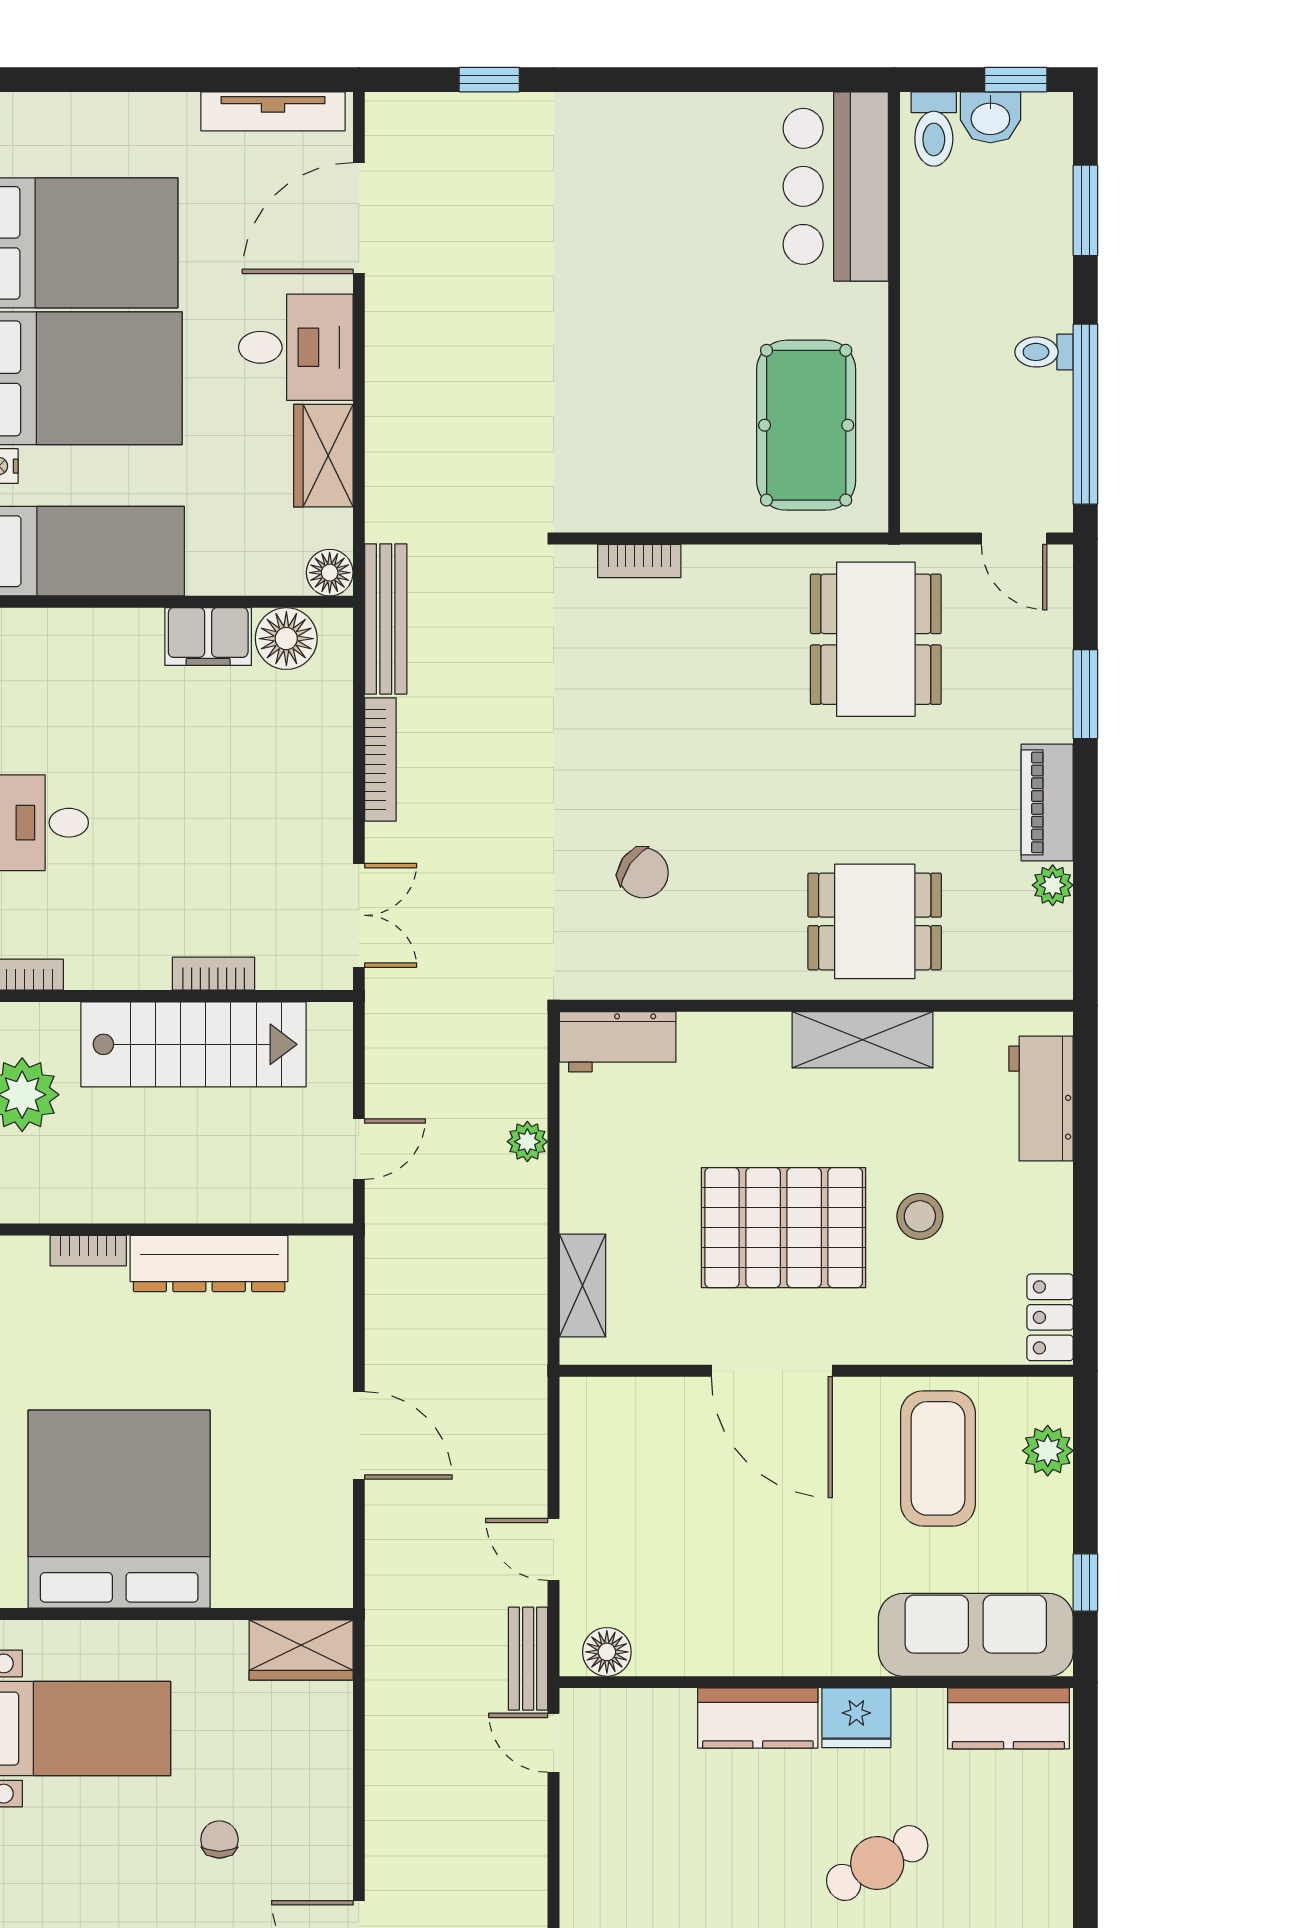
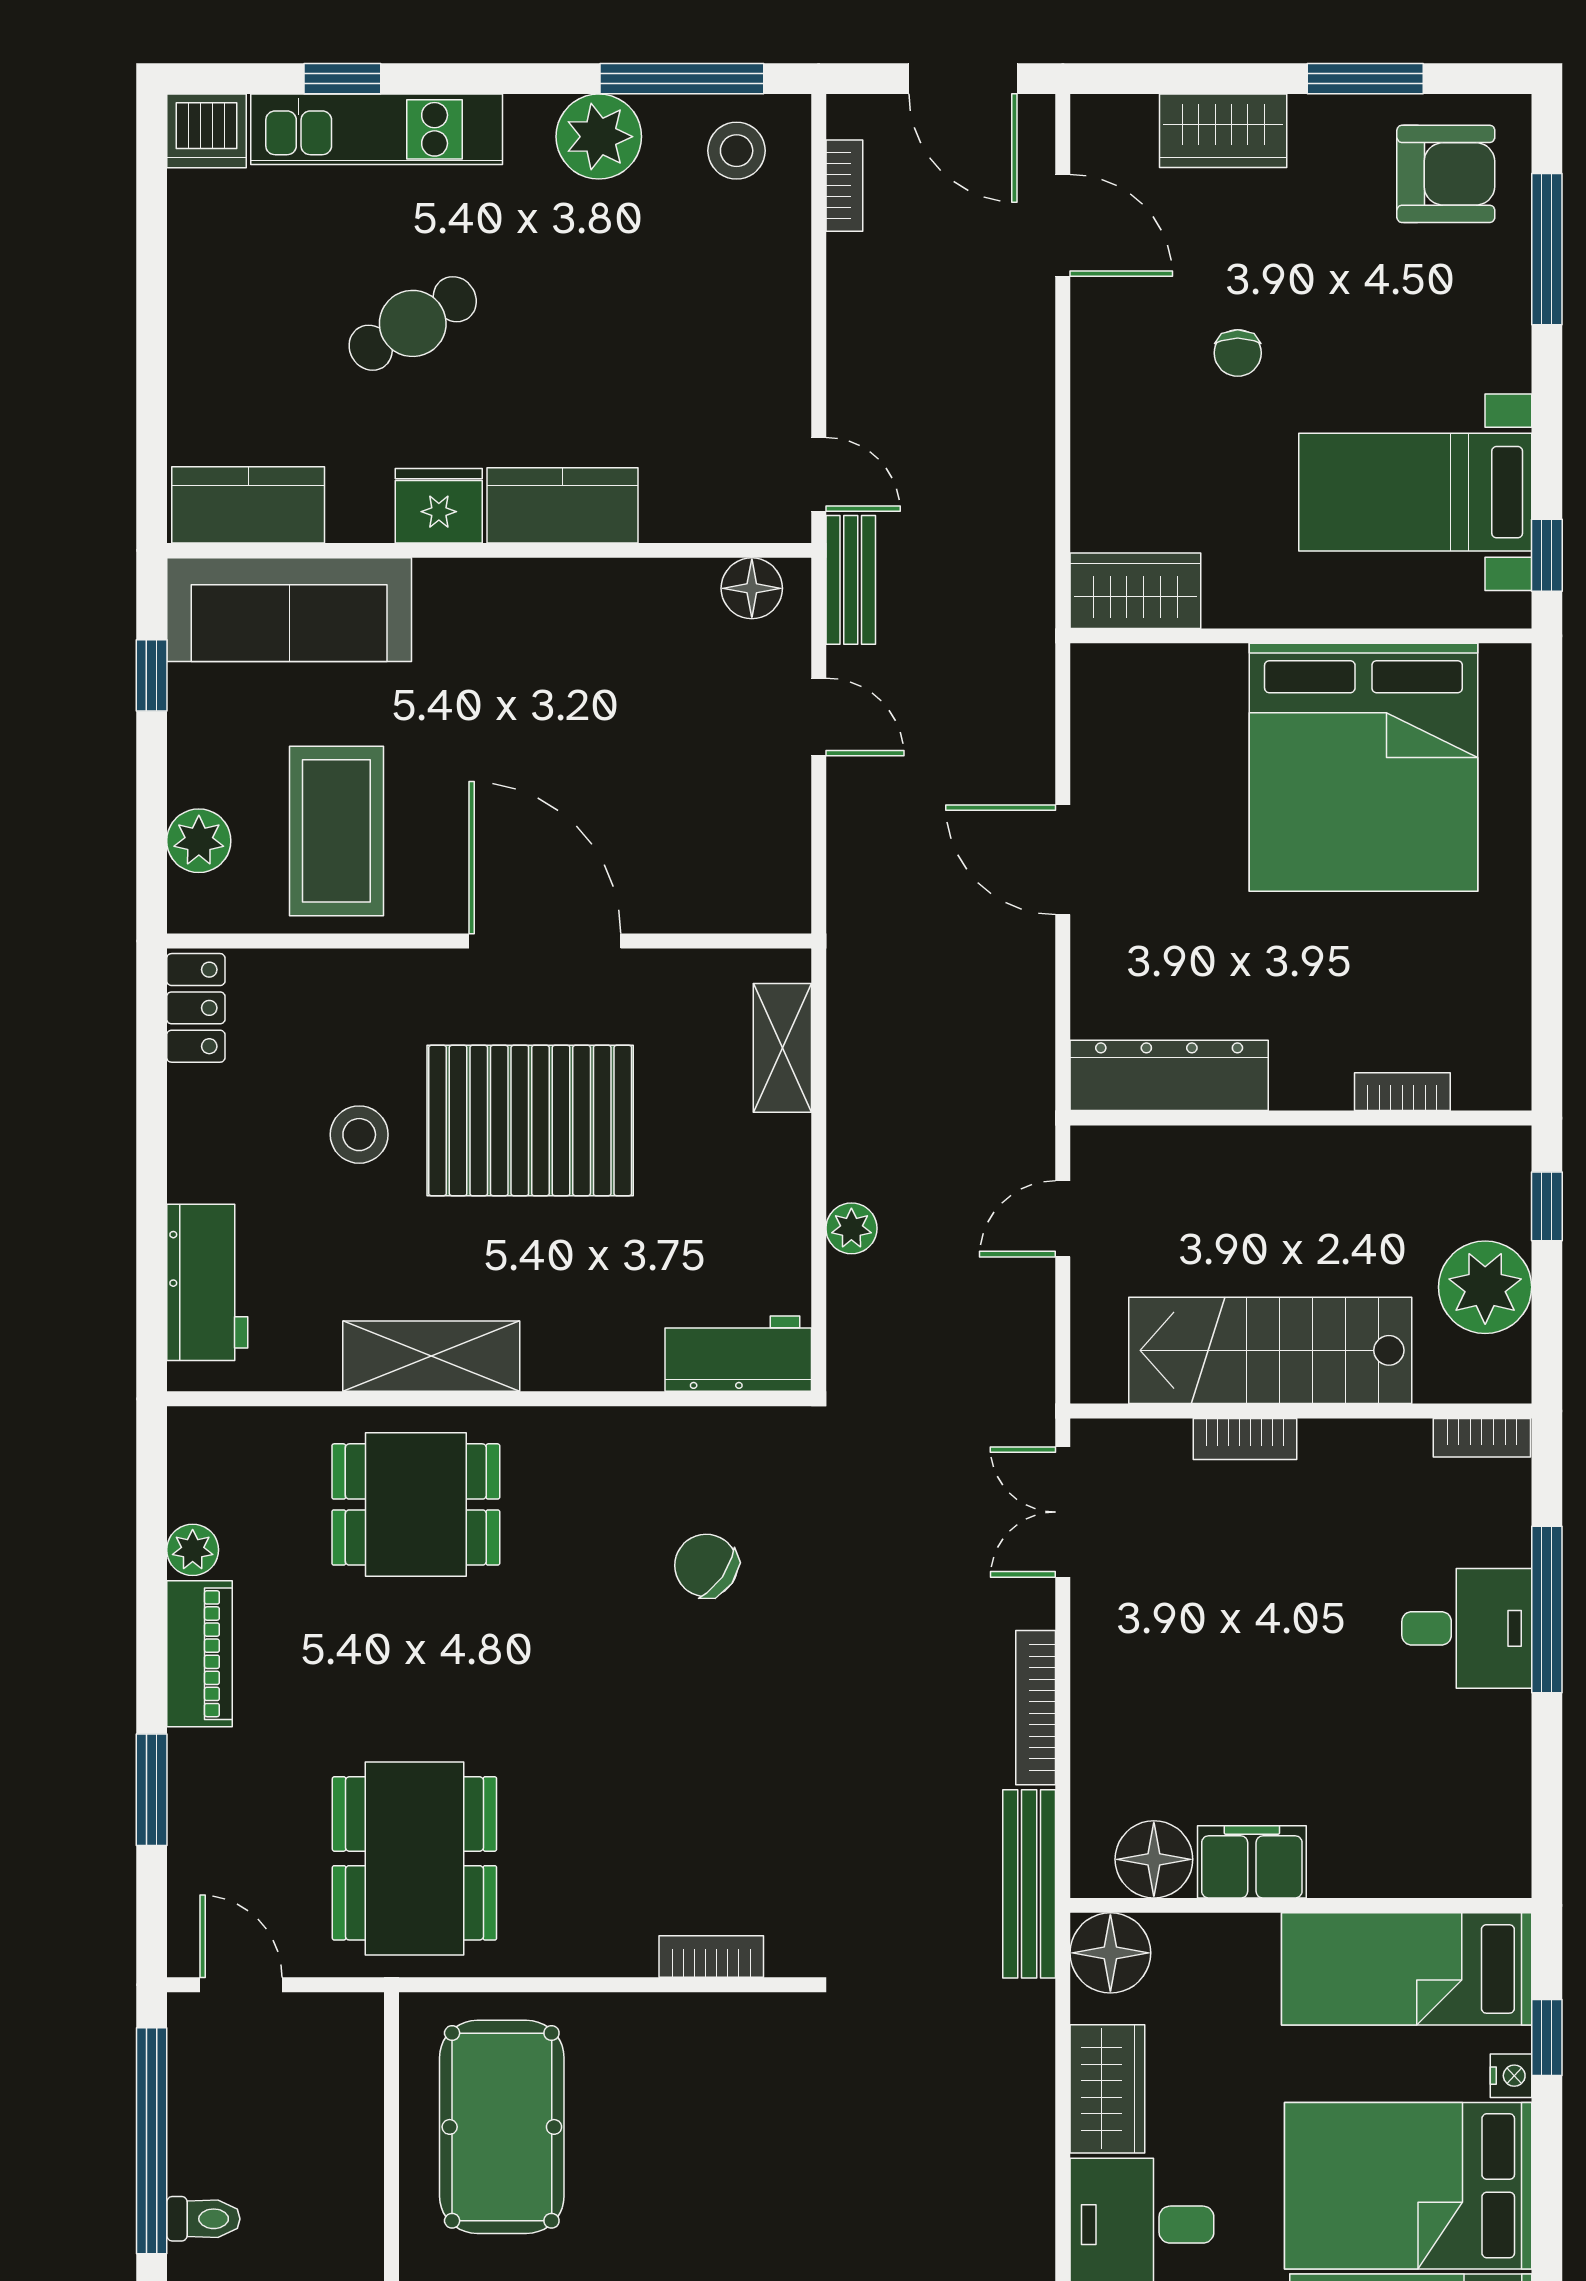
floor lamp: (330, 573) -> (1110, 1953), width x1.38, depth x1.38
dresser: (209, 1264) -> (1169, 1075), moved

